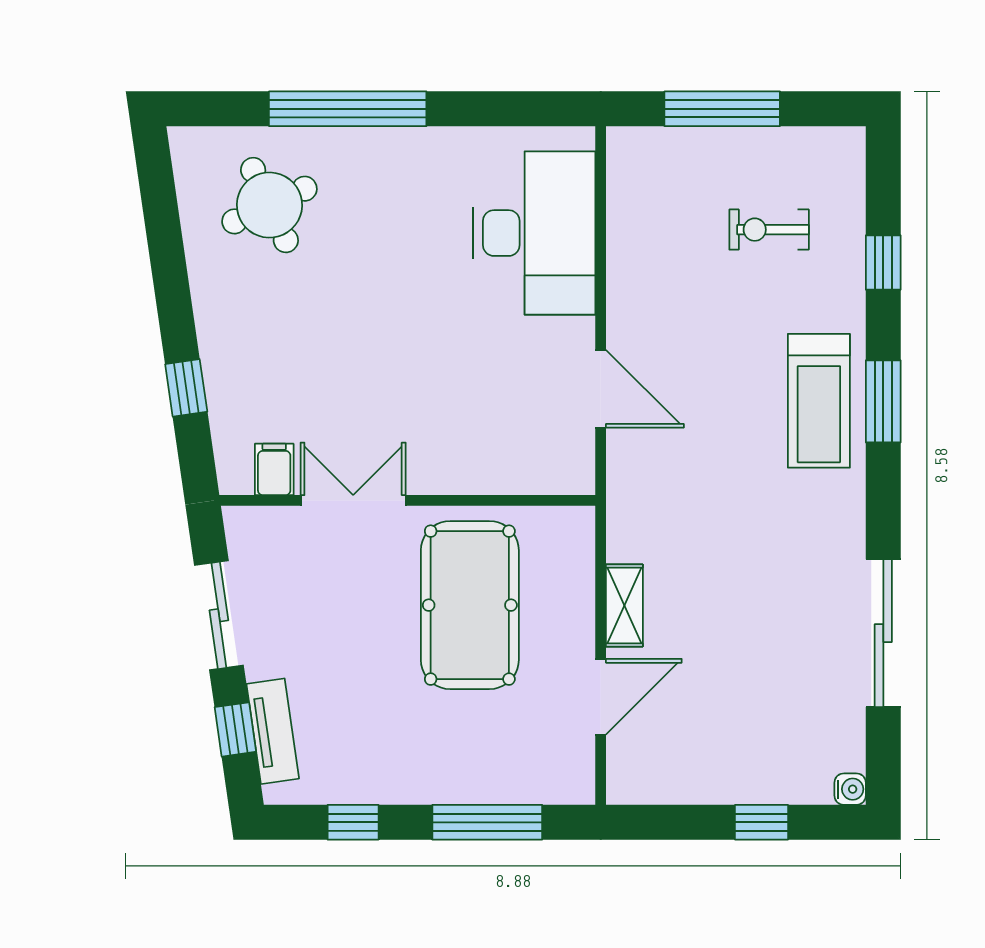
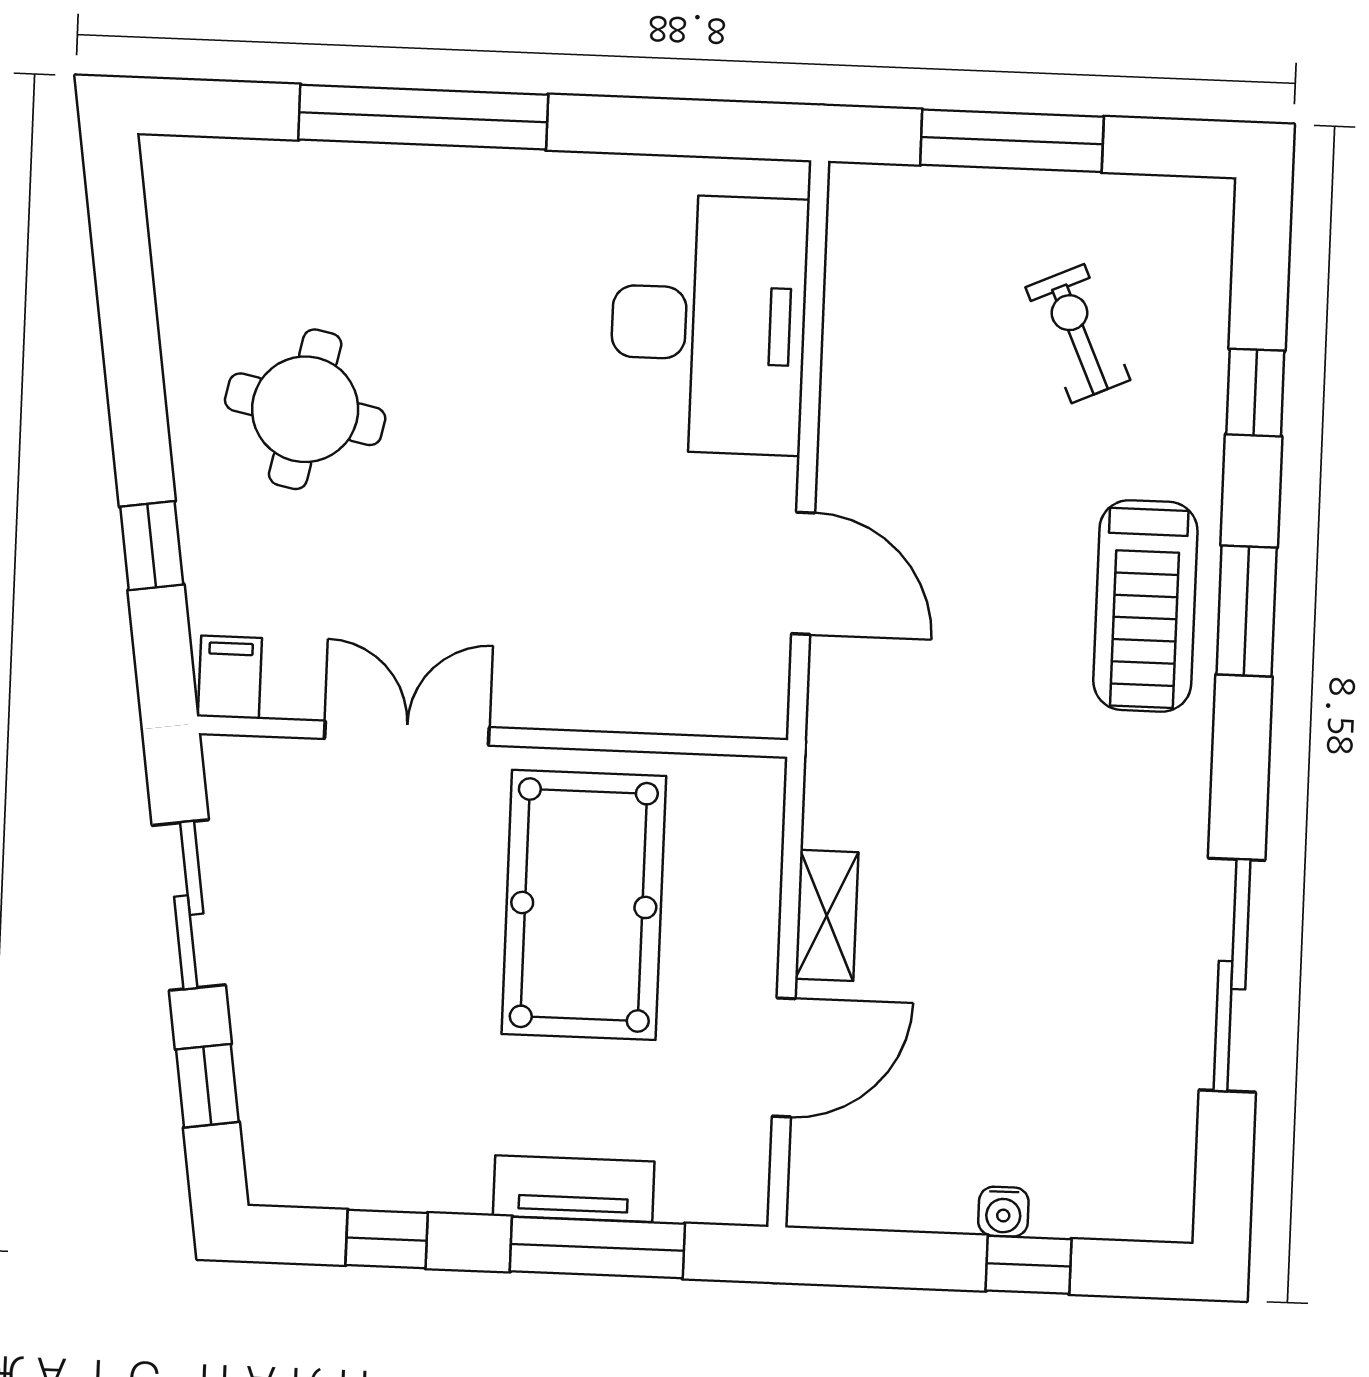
round table: (269, 205) -> (305, 409), moved, turned 37
exercise bike: (769, 230) -> (1078, 334), turned 66
filing cabinet: (274, 469) -> (230, 677), moved
tv unit: (273, 731) -> (574, 1189), moved, turned -82
water cooler: (850, 789) -> (1003, 1212), moved, turned 90

